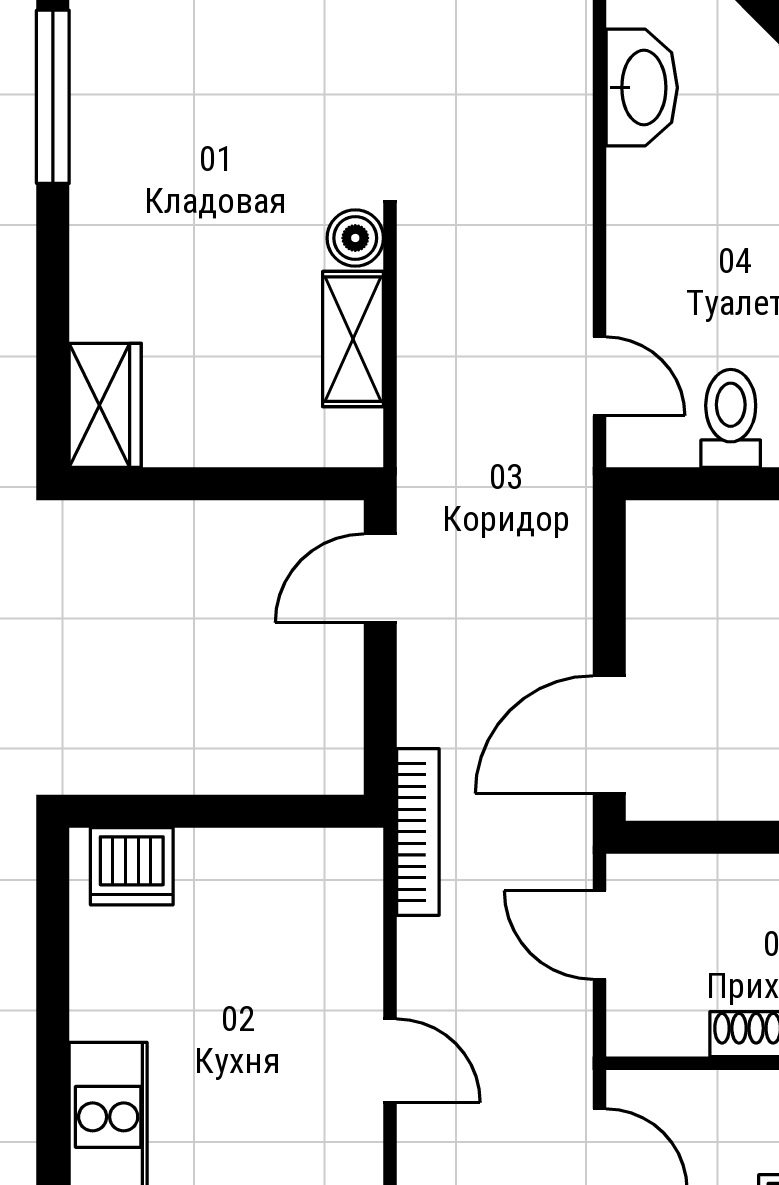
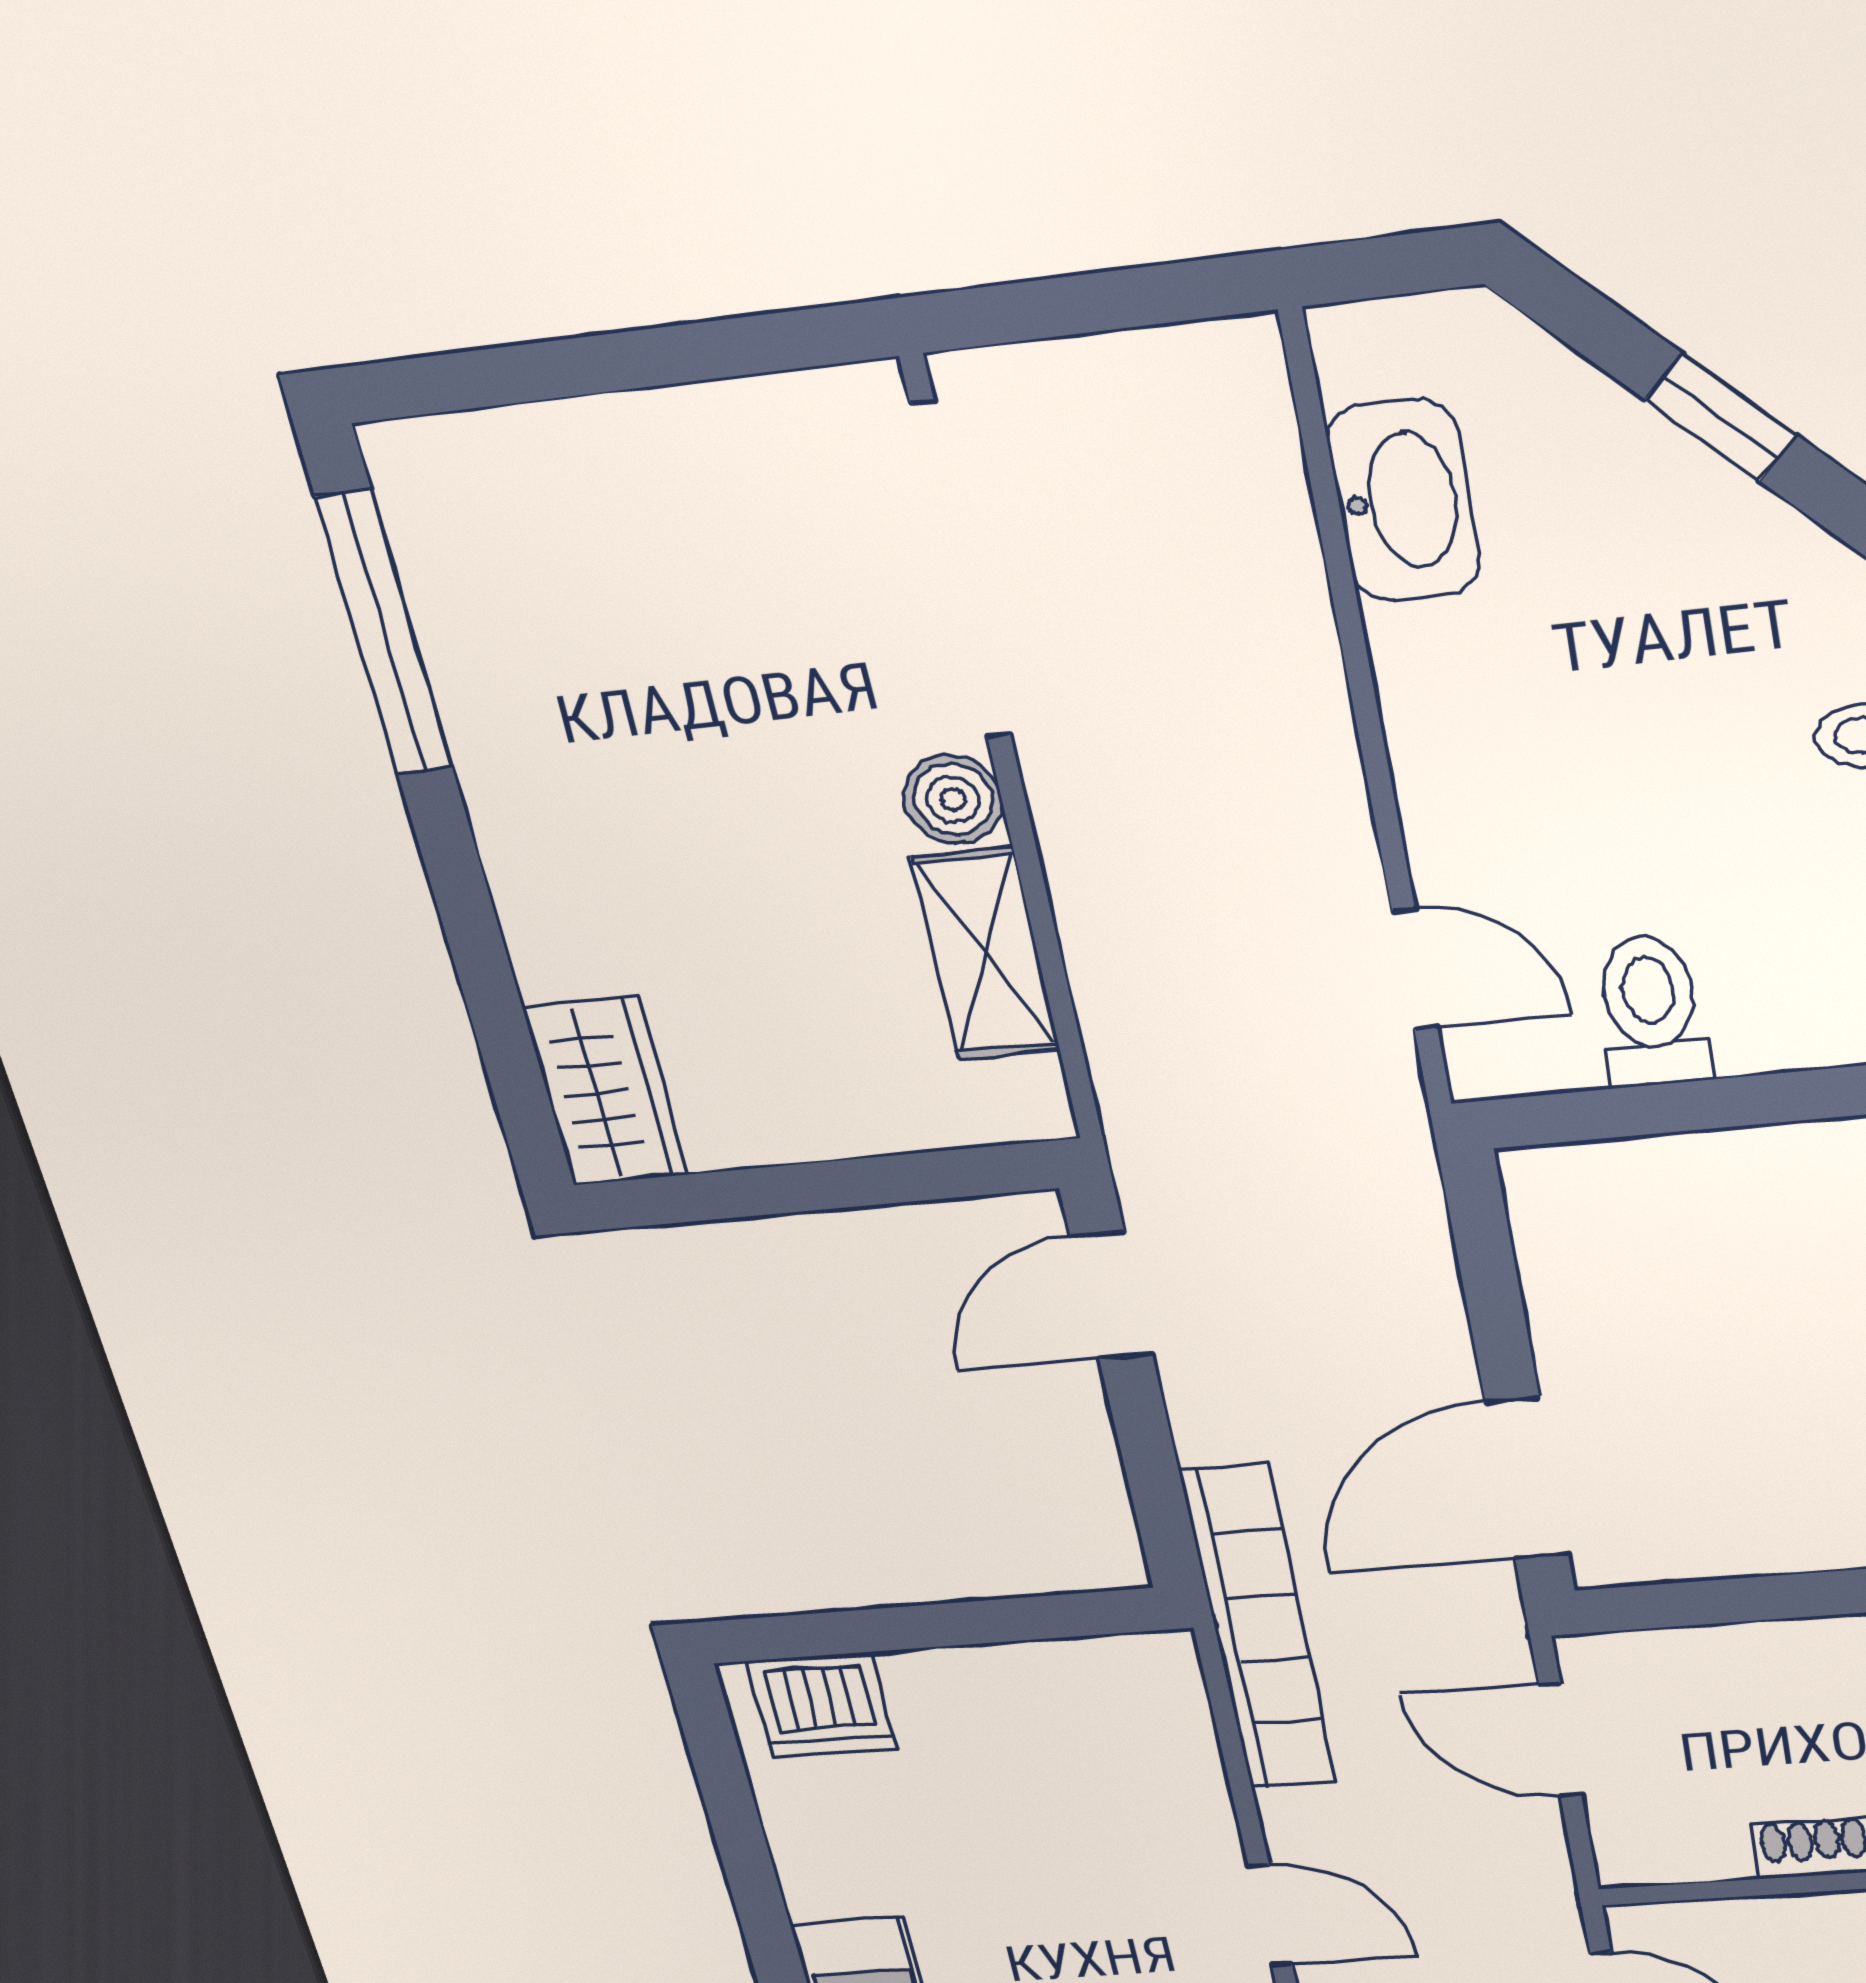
bookcase: (418, 832) -> (1259, 1629), width x1.48, depth x1.31

